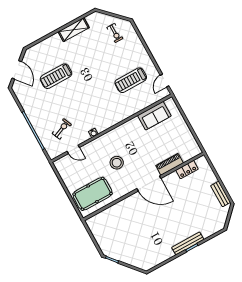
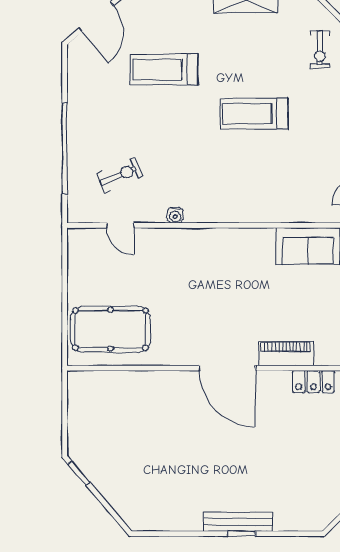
treadmill: (131, 80) -> (254, 114), moved
stool: (117, 163) -> (188, 296), removed

